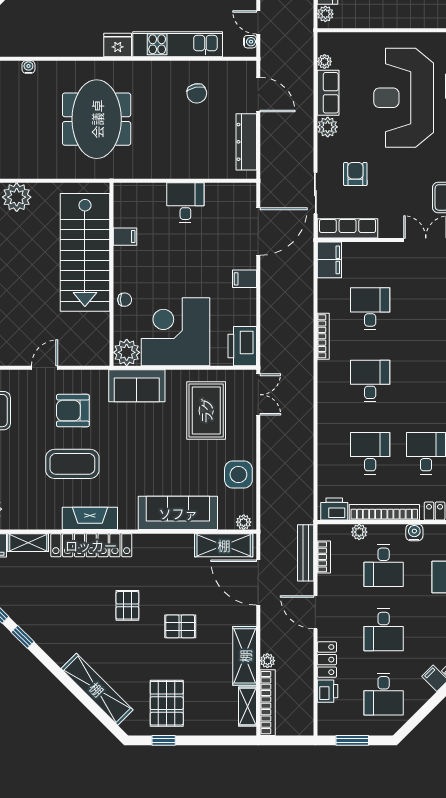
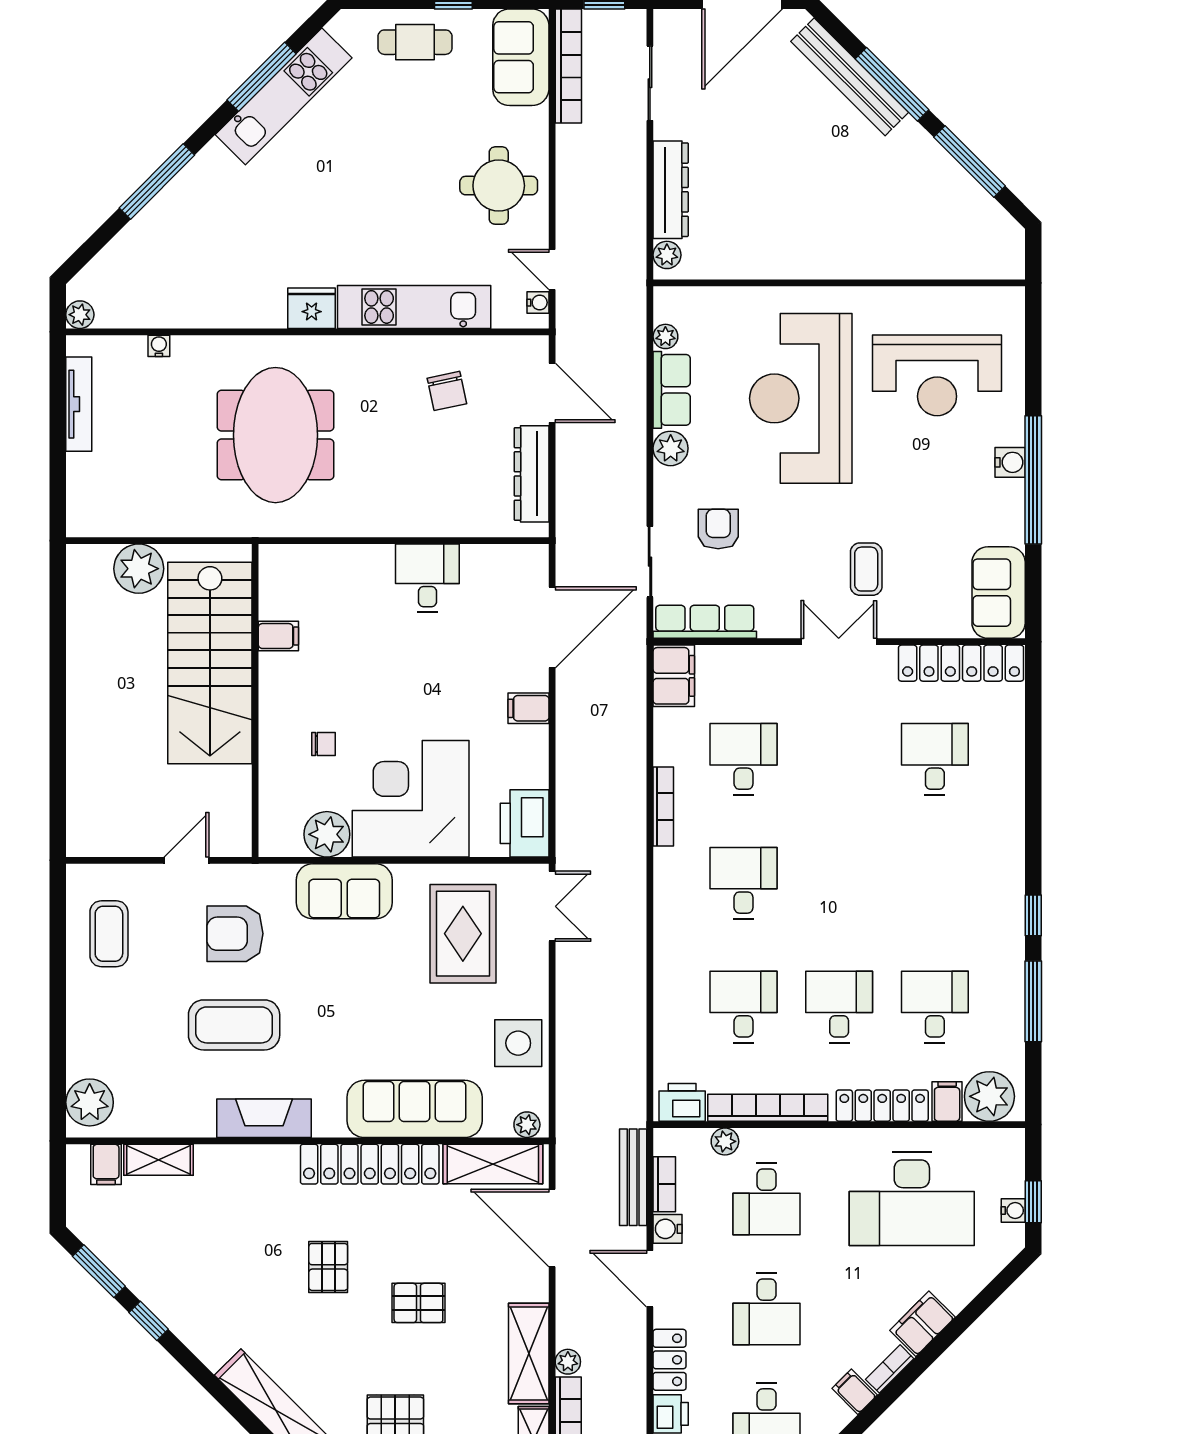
filing cabinet: (125, 237) -> (278, 636), moved
stairs: (85, 252) -> (210, 663), moved
wall: (111, 274) -> (255, 700), moved
water cooler: (414, 532) -> (668, 1229), moved, turned -90
locker: (91, 545) -> (370, 1164), moved

